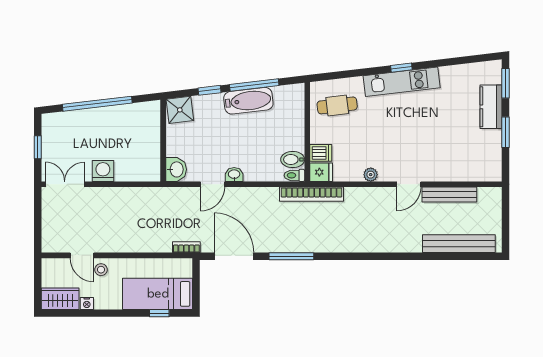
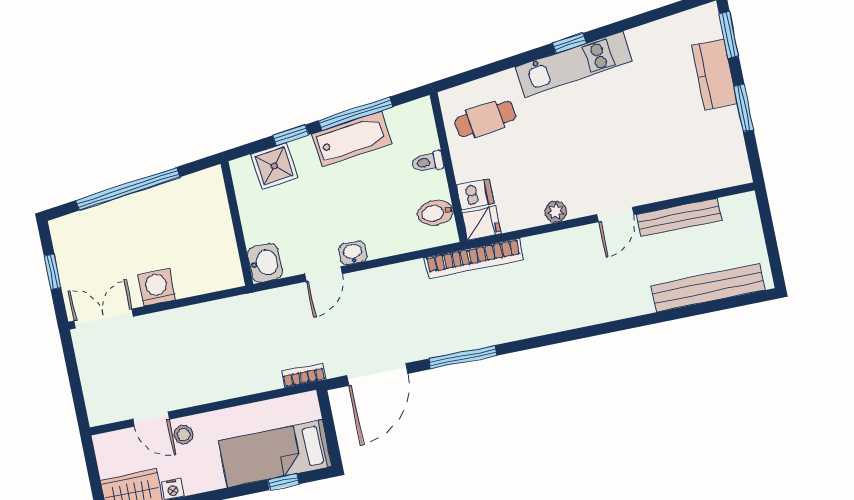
shower: (180, 110) -> (274, 166), moved
toilet: (294, 175) -> (428, 162), moved
door: (234, 256) -> (377, 374), swing flipped

